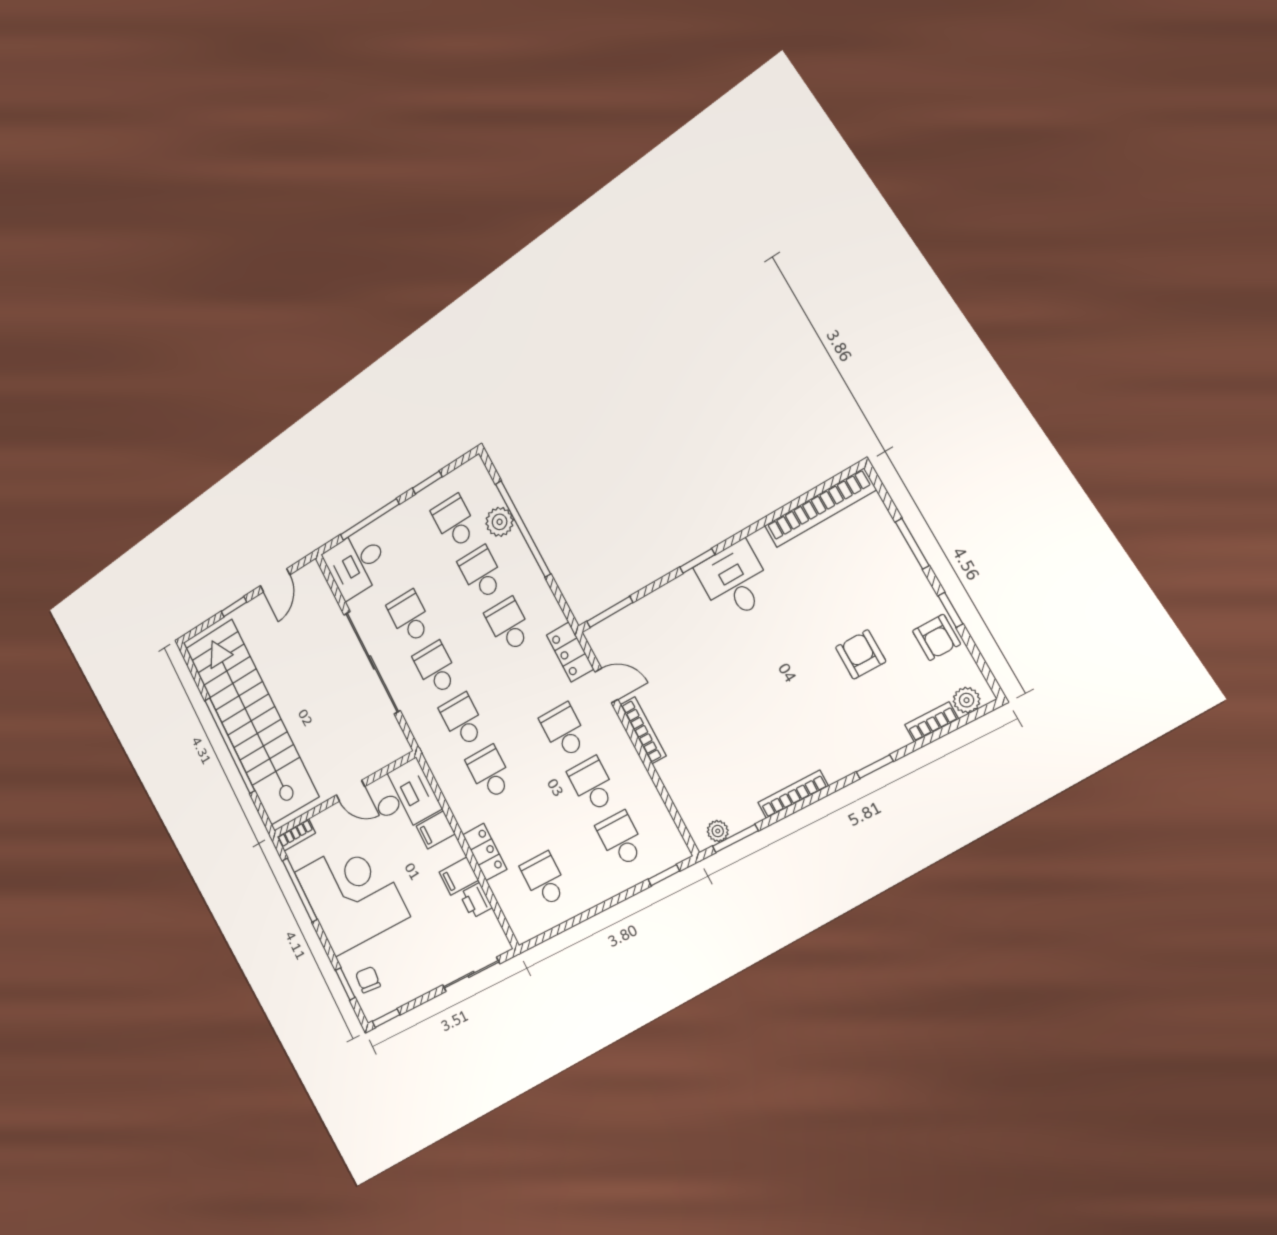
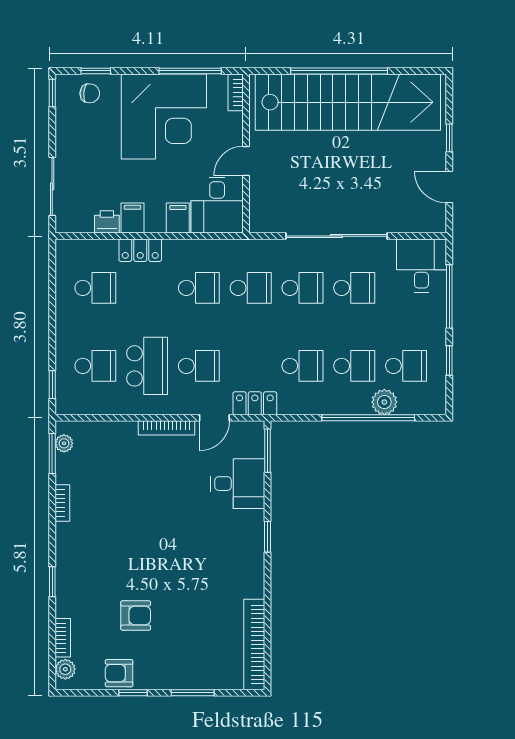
desk: (735, 581) -> (238, 484), moved
school desk: (592, 784) -> (147, 366), width x1.85
bookcase: (793, 794) -> (62, 503), width x0.64

